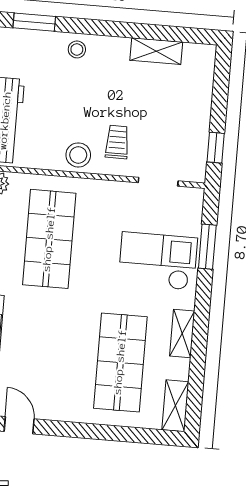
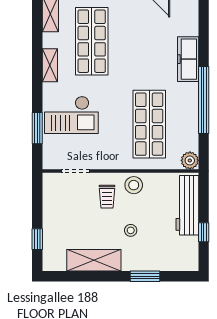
window: (34, 22) -> (145, 276), moved
stool: (77, 49) -> (131, 230), moved
shelving: (156, 51) -> (94, 260), width x1.50, depth x1.33
window: (216, 148) -> (37, 239), moved

